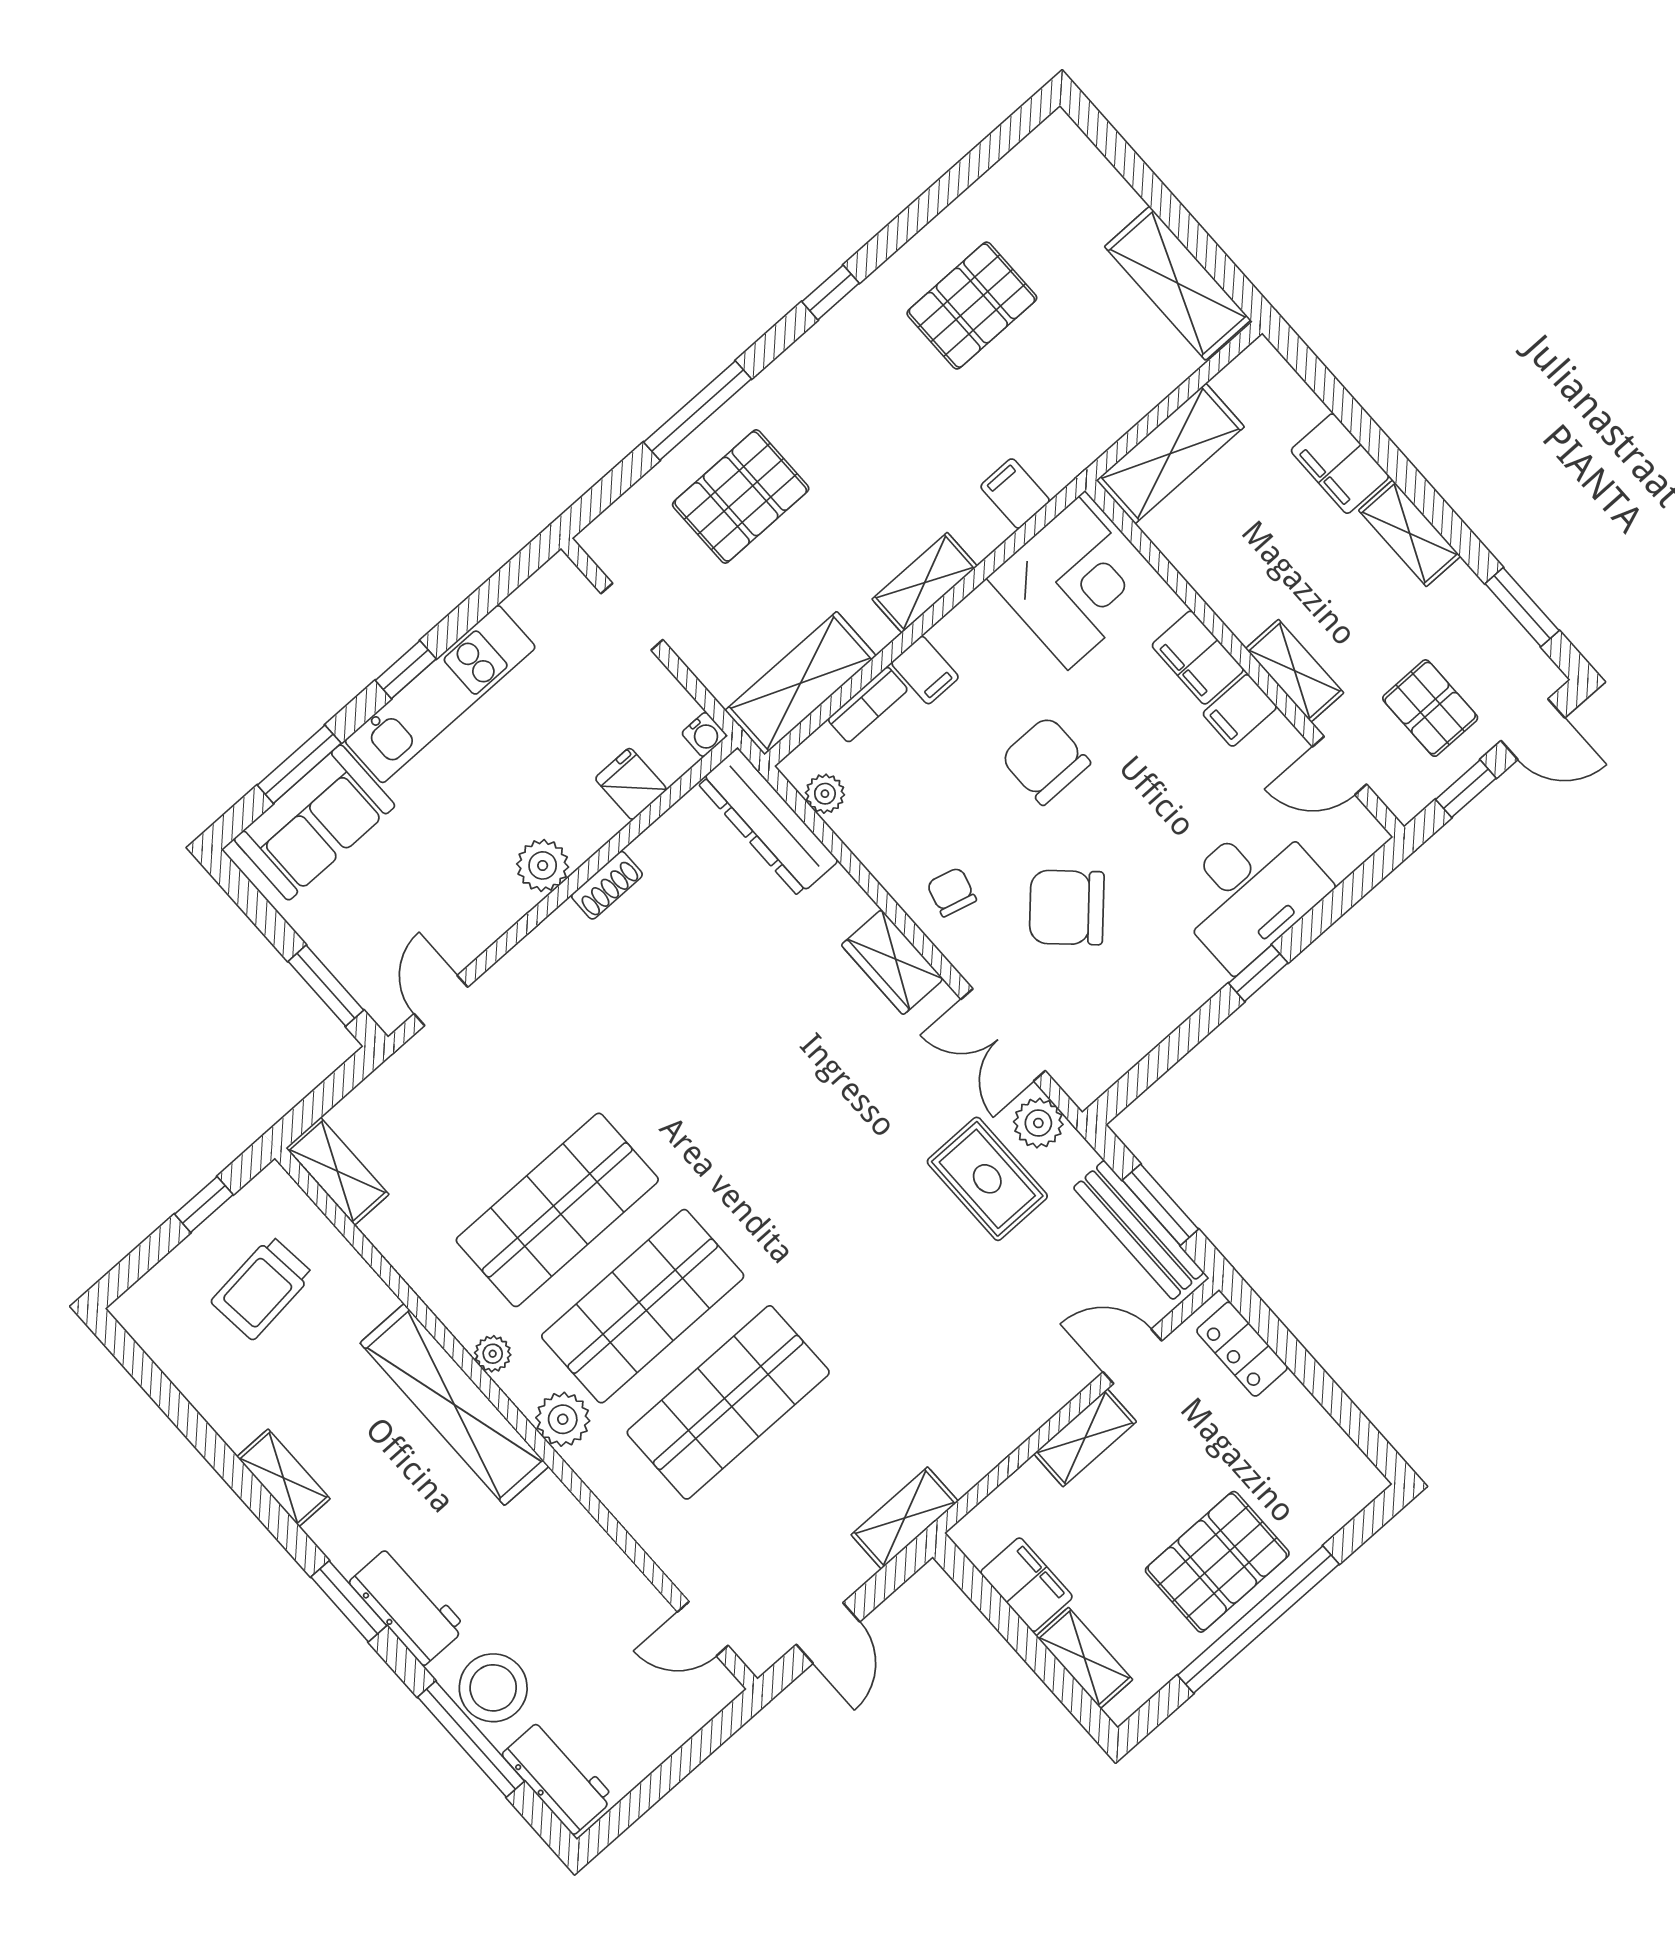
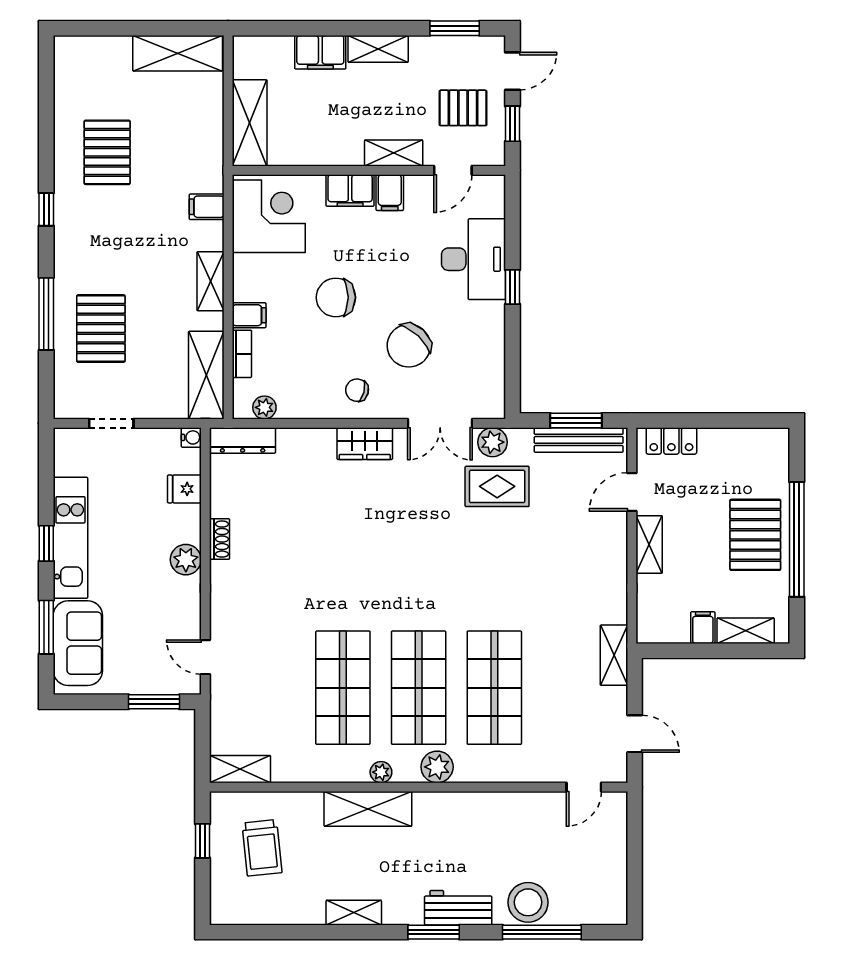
dresser: (768, 822) -> (243, 440), width x0.73, depth x0.80
shelving: (454, 1405) -> (368, 809), width x0.68
filing cabinet: (1026, 1585) -> (703, 628), width x0.50
workbench: (558, 1776) -> (592, 908), removed

